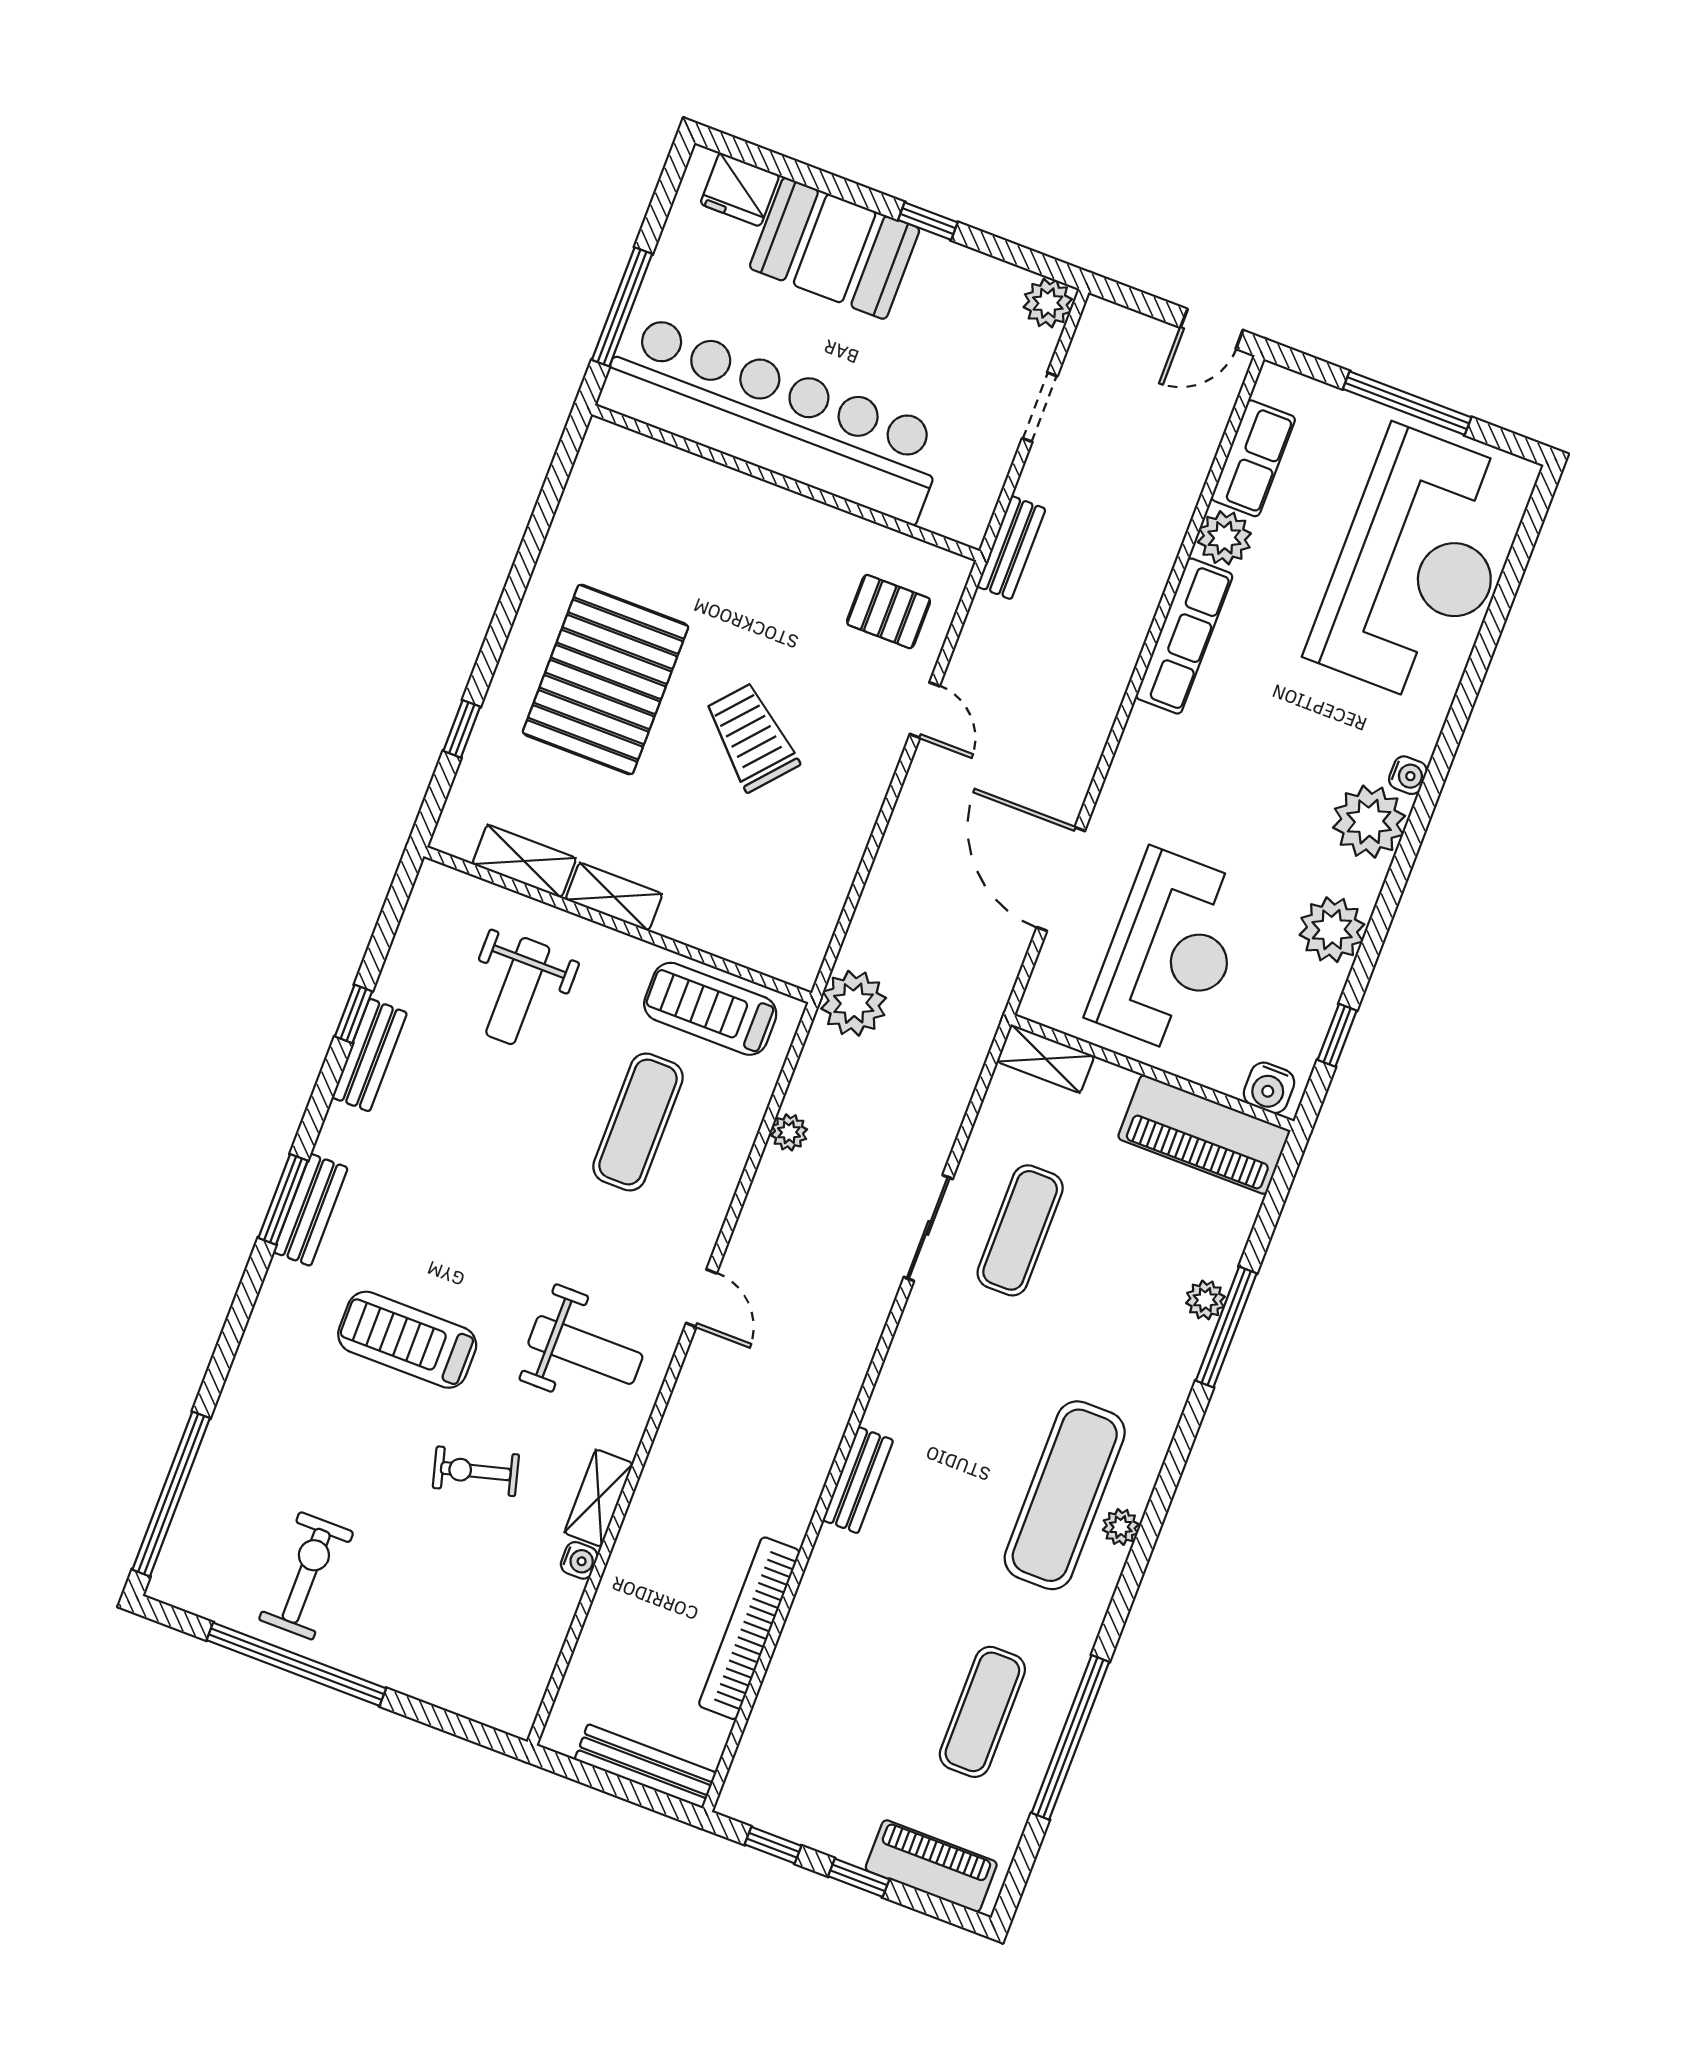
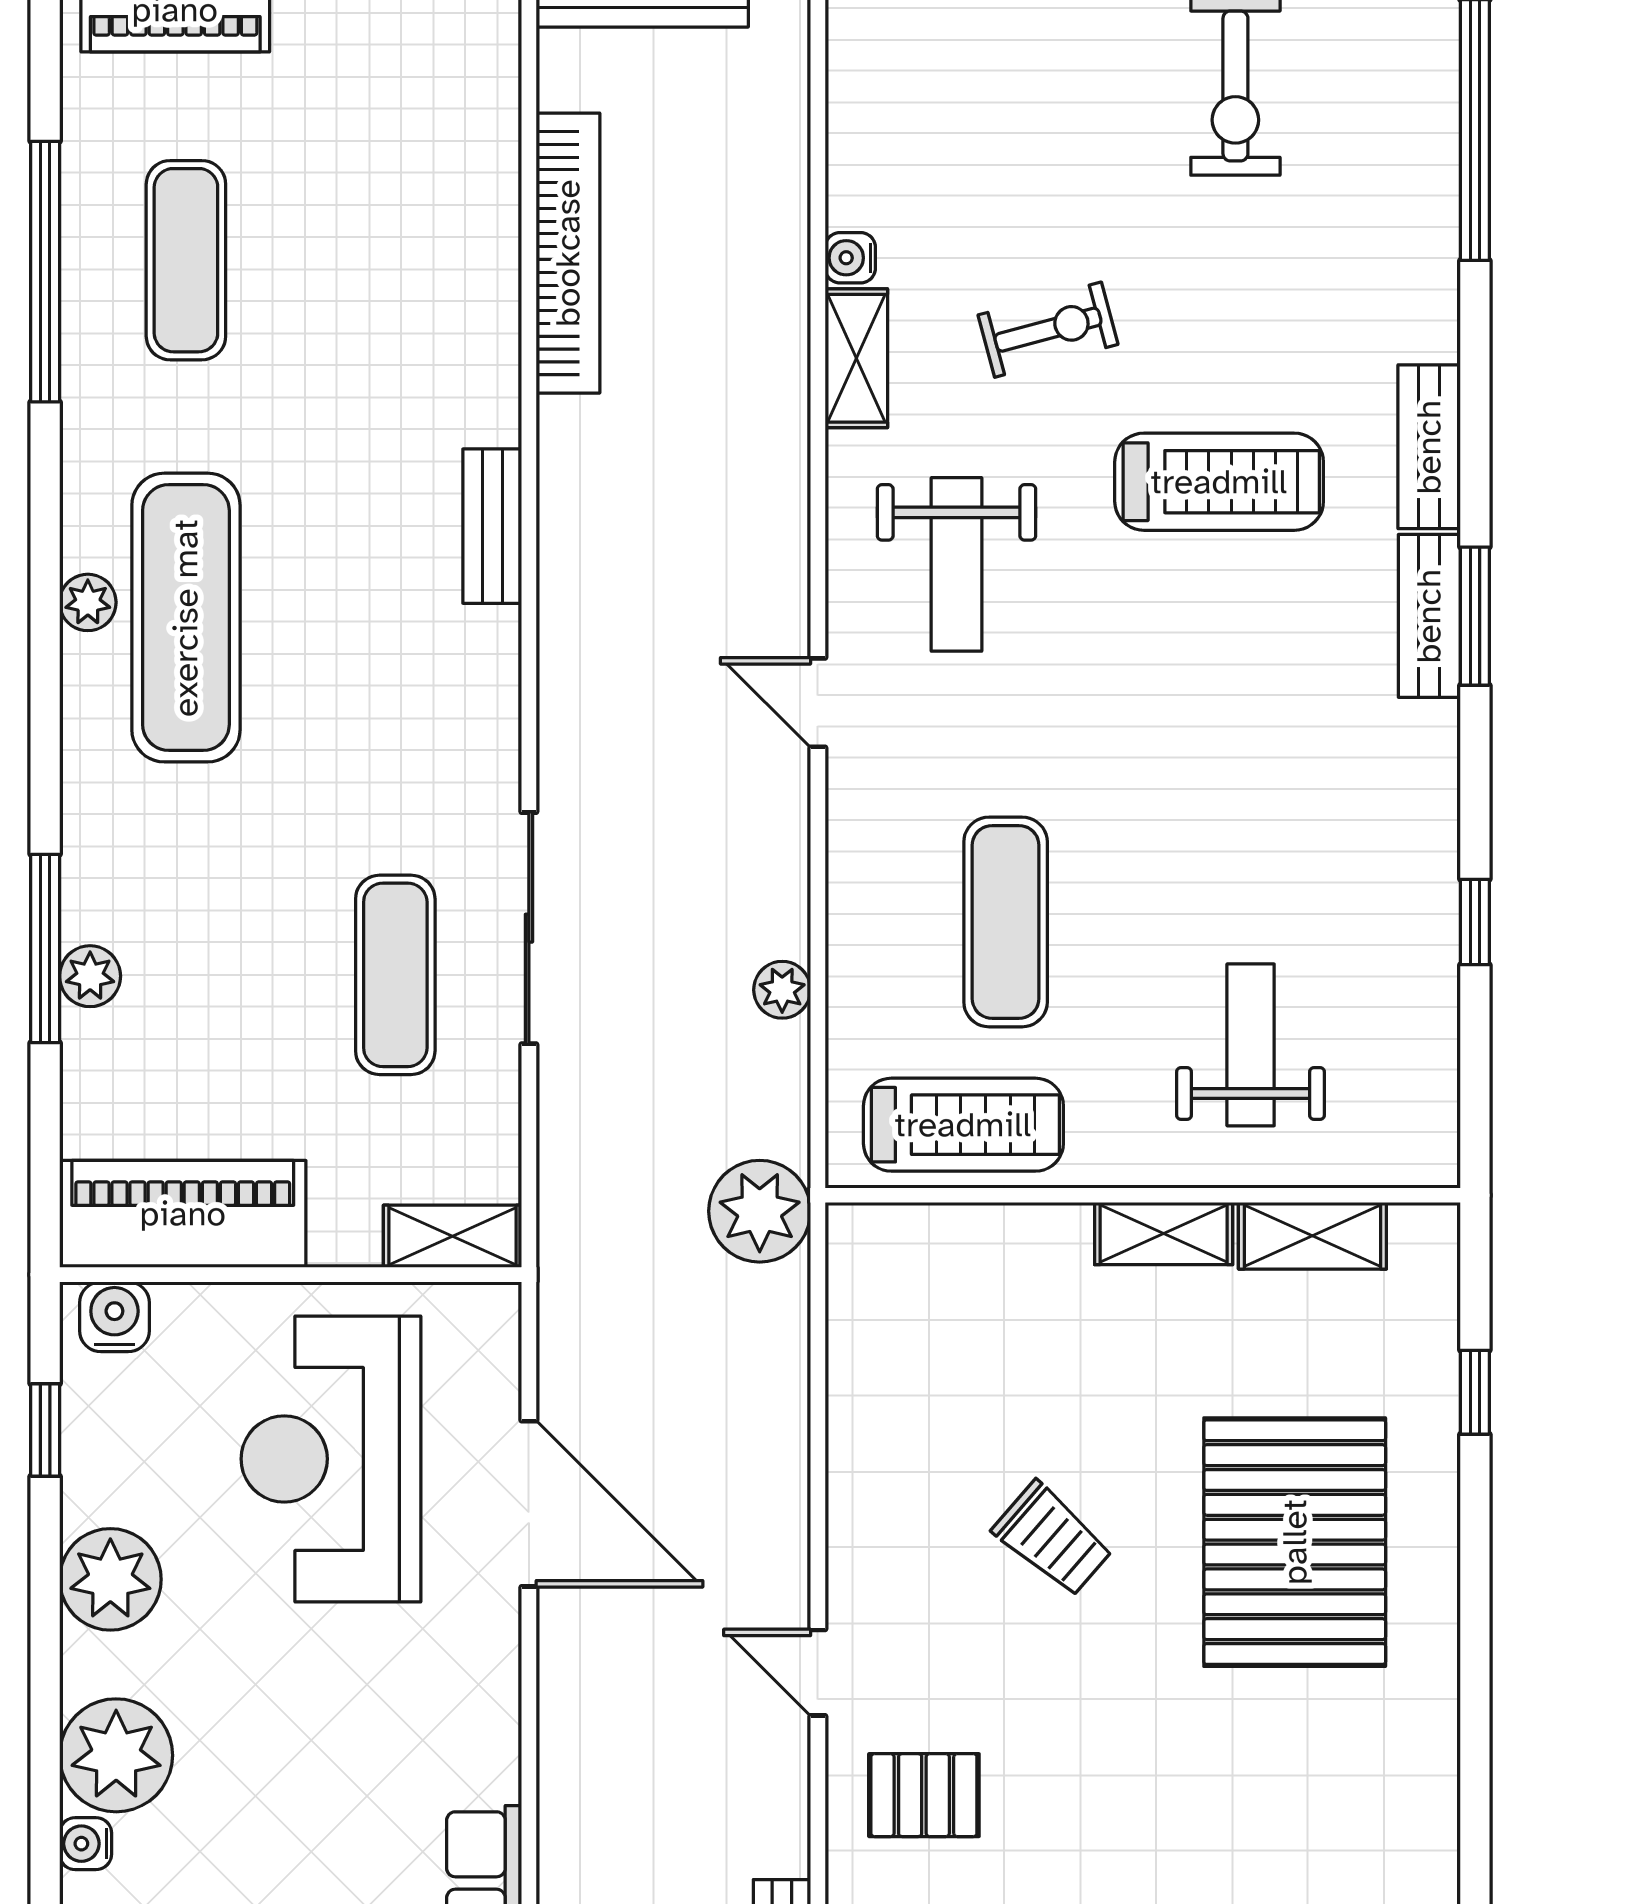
trolley: (751, 737) -> (1053, 1539), width x0.73, depth x0.72
bench: (370, 1055) -> (1429, 447), moved
sliding door: (928, 1228) -> (529, 928), width x1.37
weight bench: (585, 1350) -> (956, 564), turned -90

